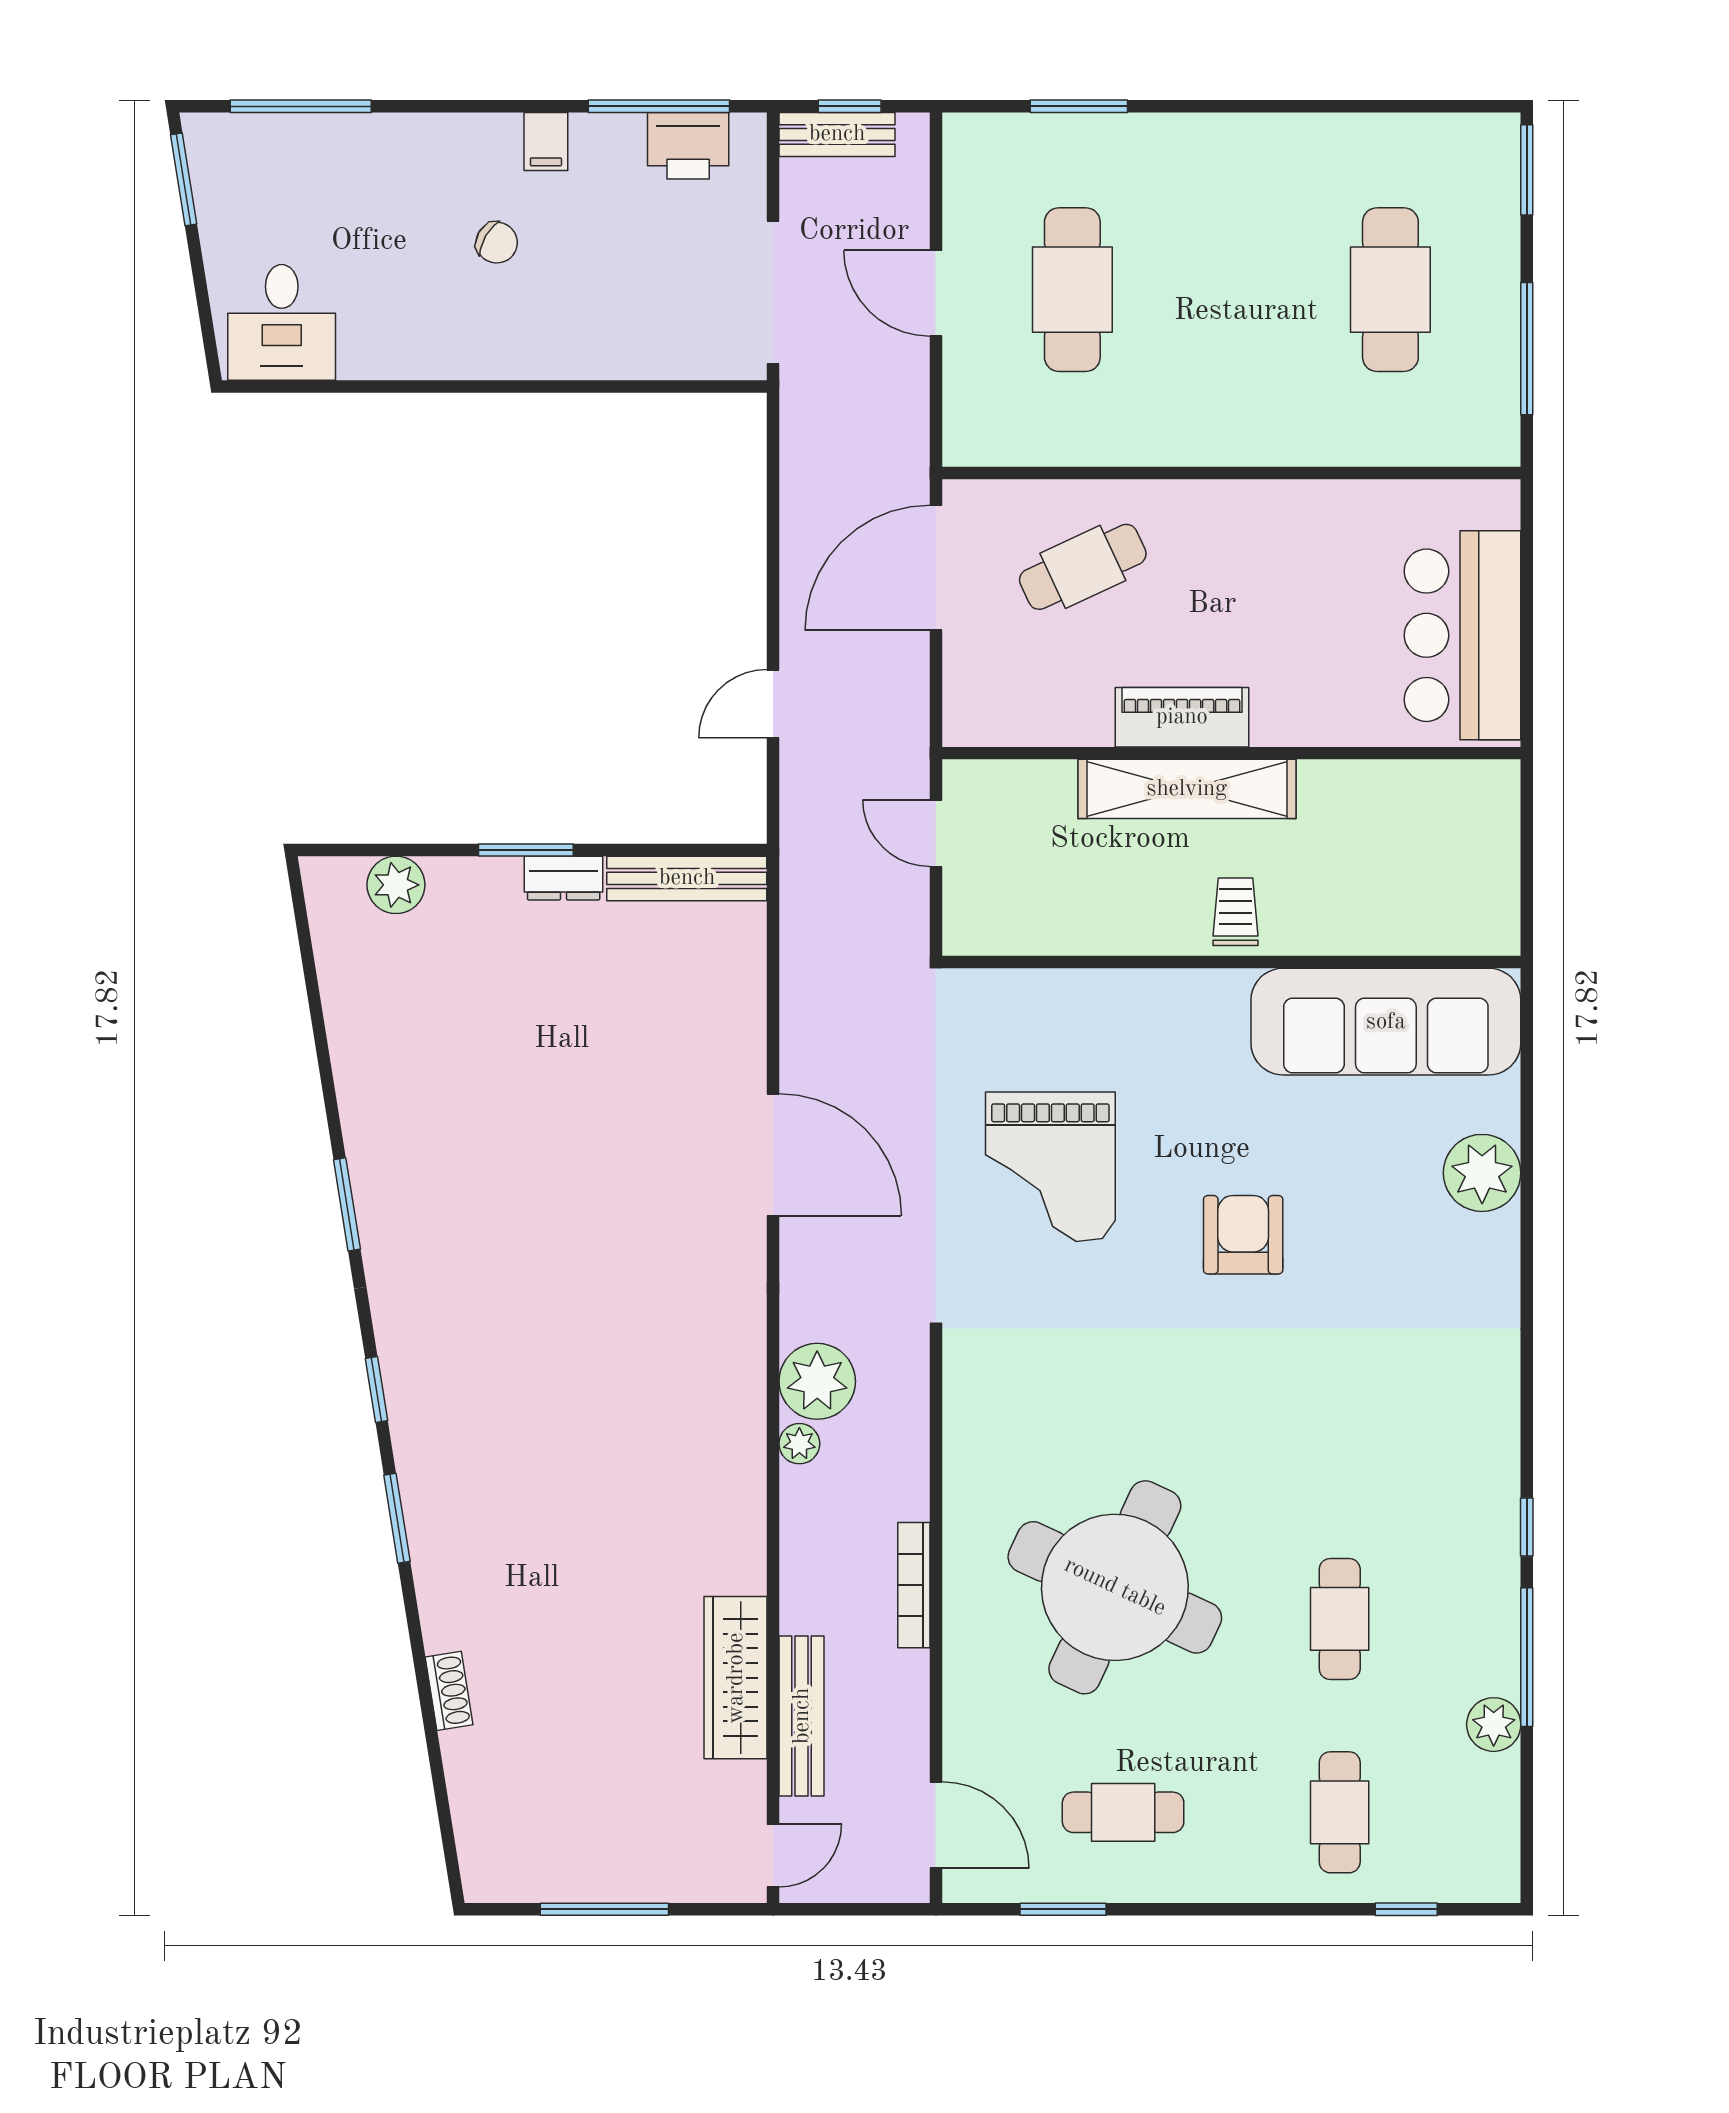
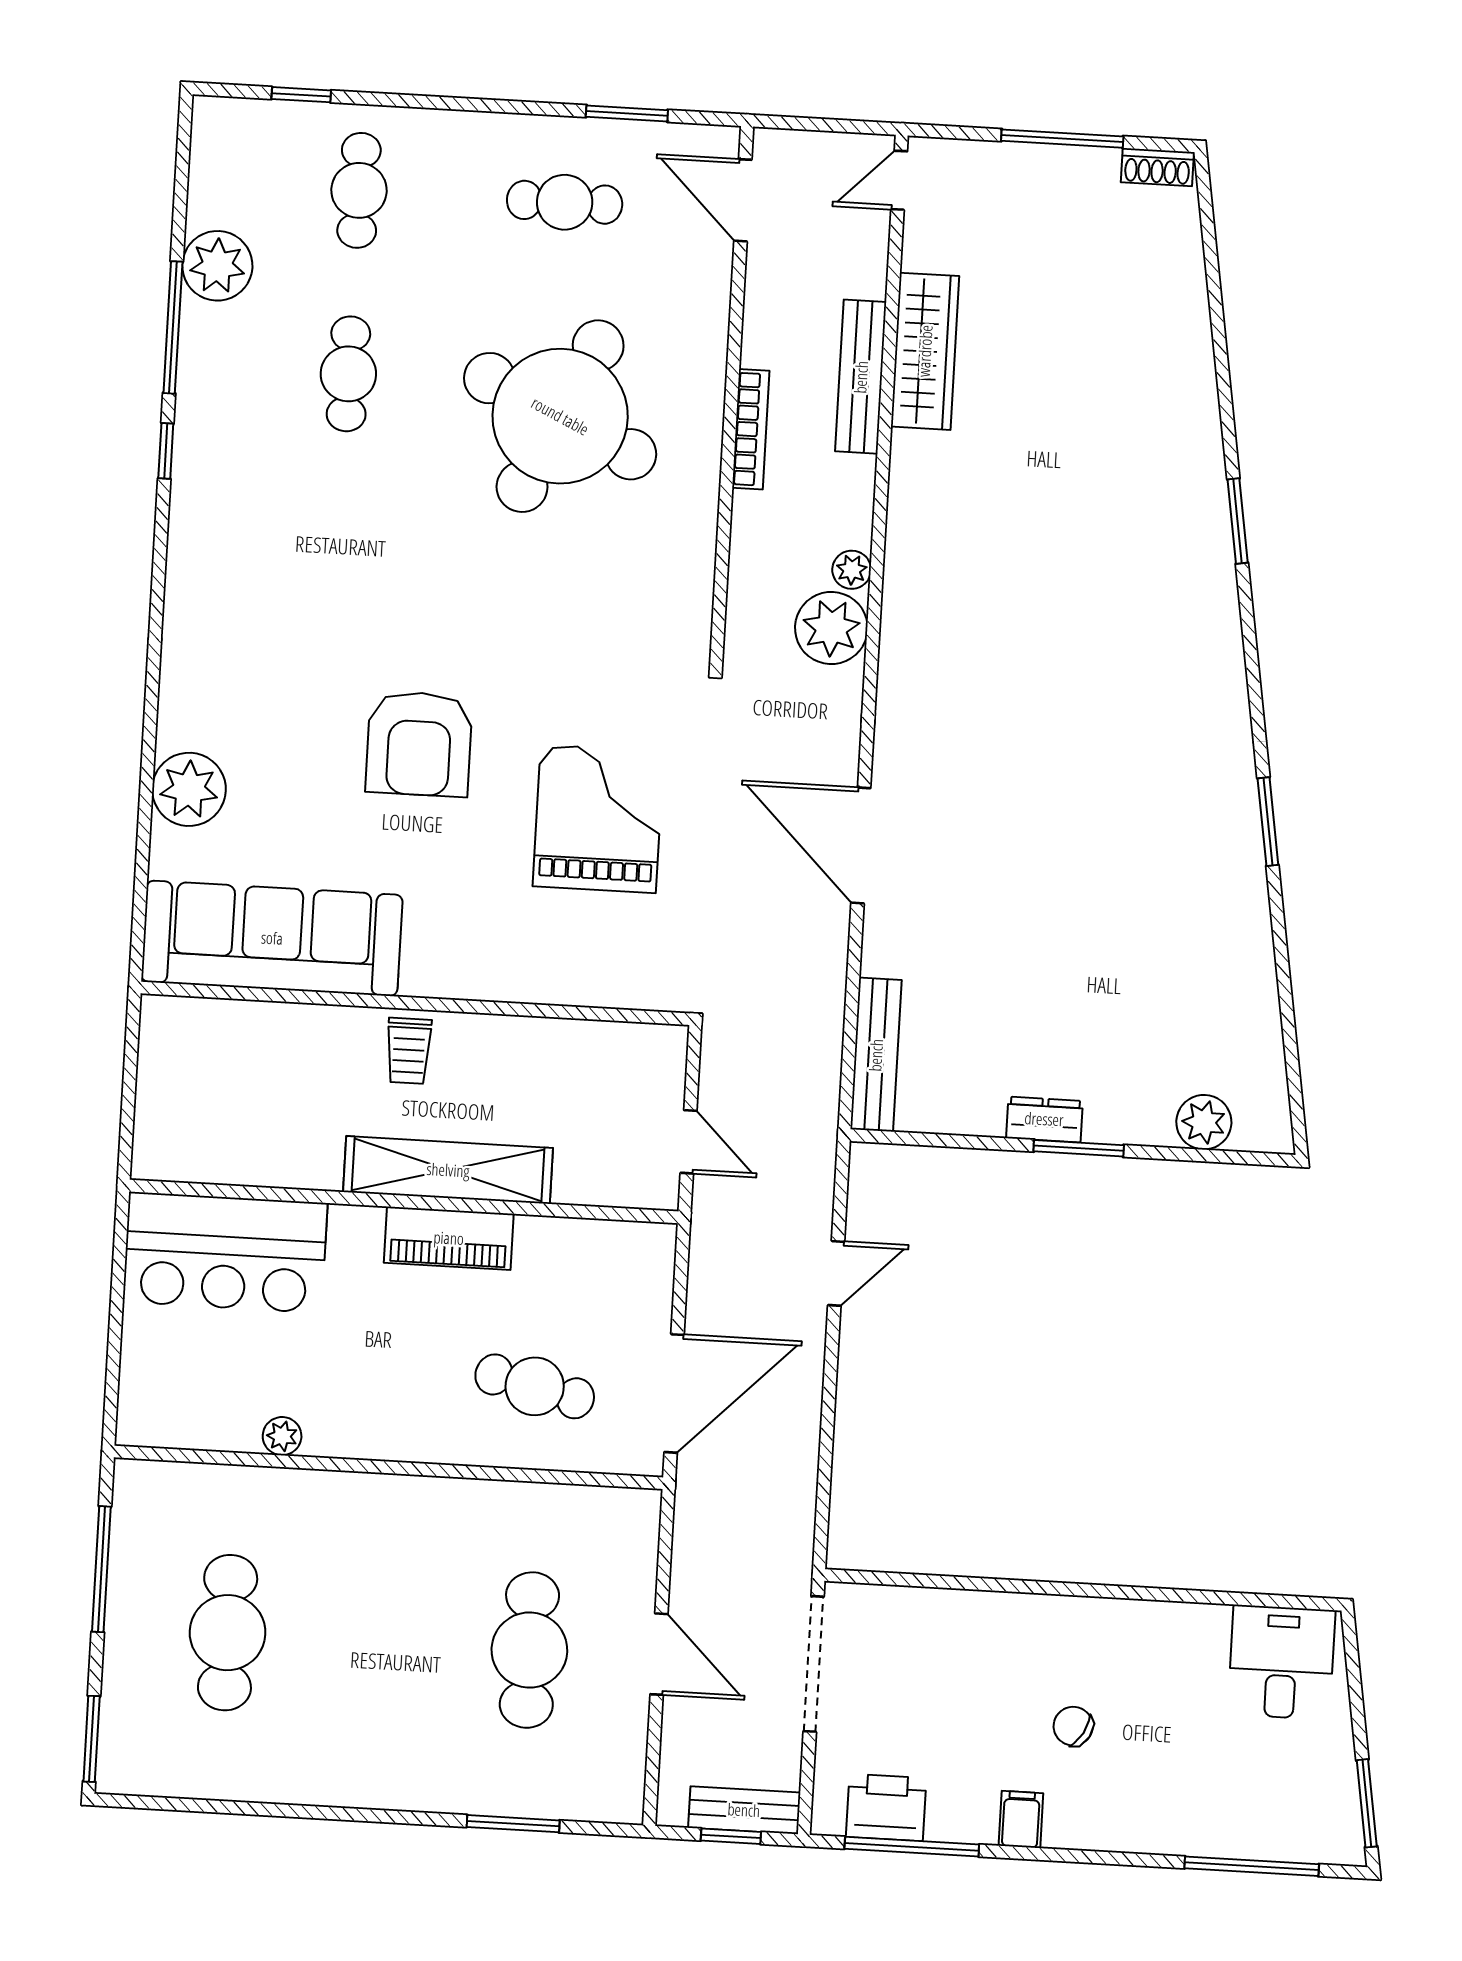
plant: (1345, 499) -> (282, 1436), added
cafe table: (1083, 567) -> (535, 1386), turned 38
bar counter: (1463, 635) -> (225, 1252), moved, turned 90
bench: (687, 878) -> (876, 1055), moved, turned 90
armchair: (1243, 1235) -> (419, 744), width x1.36, depth x1.36
window: (376, 1390) -> (1250, 644), removed
shoe rack: (449, 1691) -> (1157, 167), moved, turned -81
bench: (802, 1716) -> (861, 377), moved
plant: (1494, 1725) -> (217, 266), width x1.36, depth x1.36

